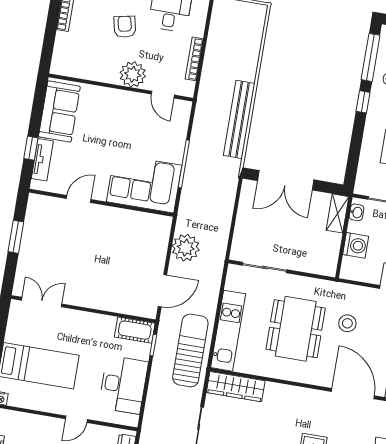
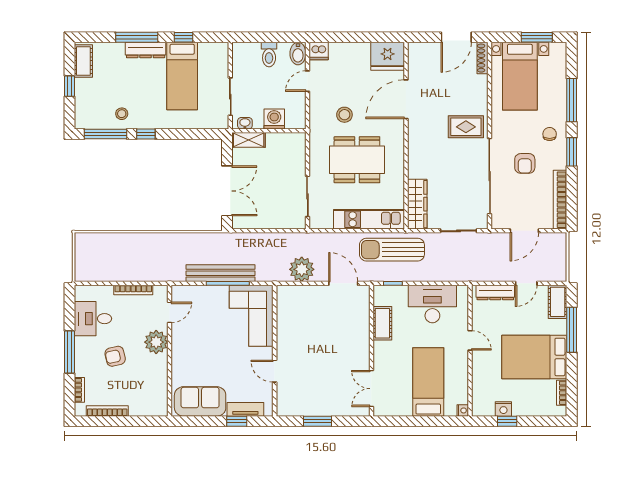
bench: (239, 119) -> (221, 273), moved
cot: (135, 330) -> (382, 323), moved

